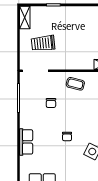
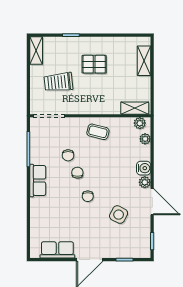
pallet: (72, 29) -> (94, 64), added
chair: (59, 117) -> (77, 173), added
row of seats: (26, 142) -> (38, 180), moved

